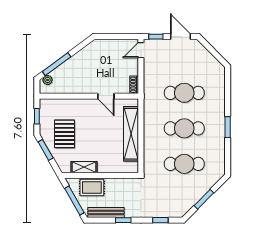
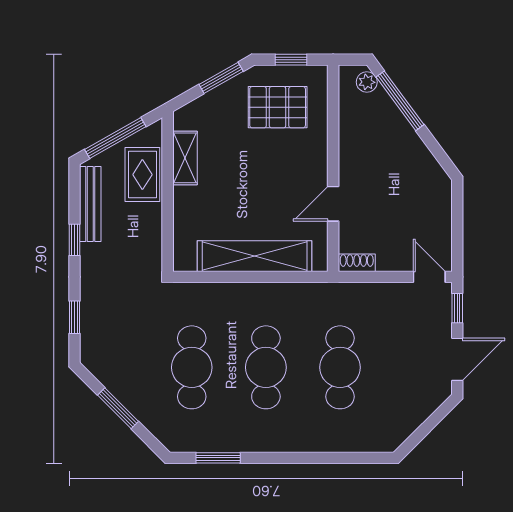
window: (228, 127) -> (218, 458), moved
pallet: (65, 134) -> (278, 107), moved

